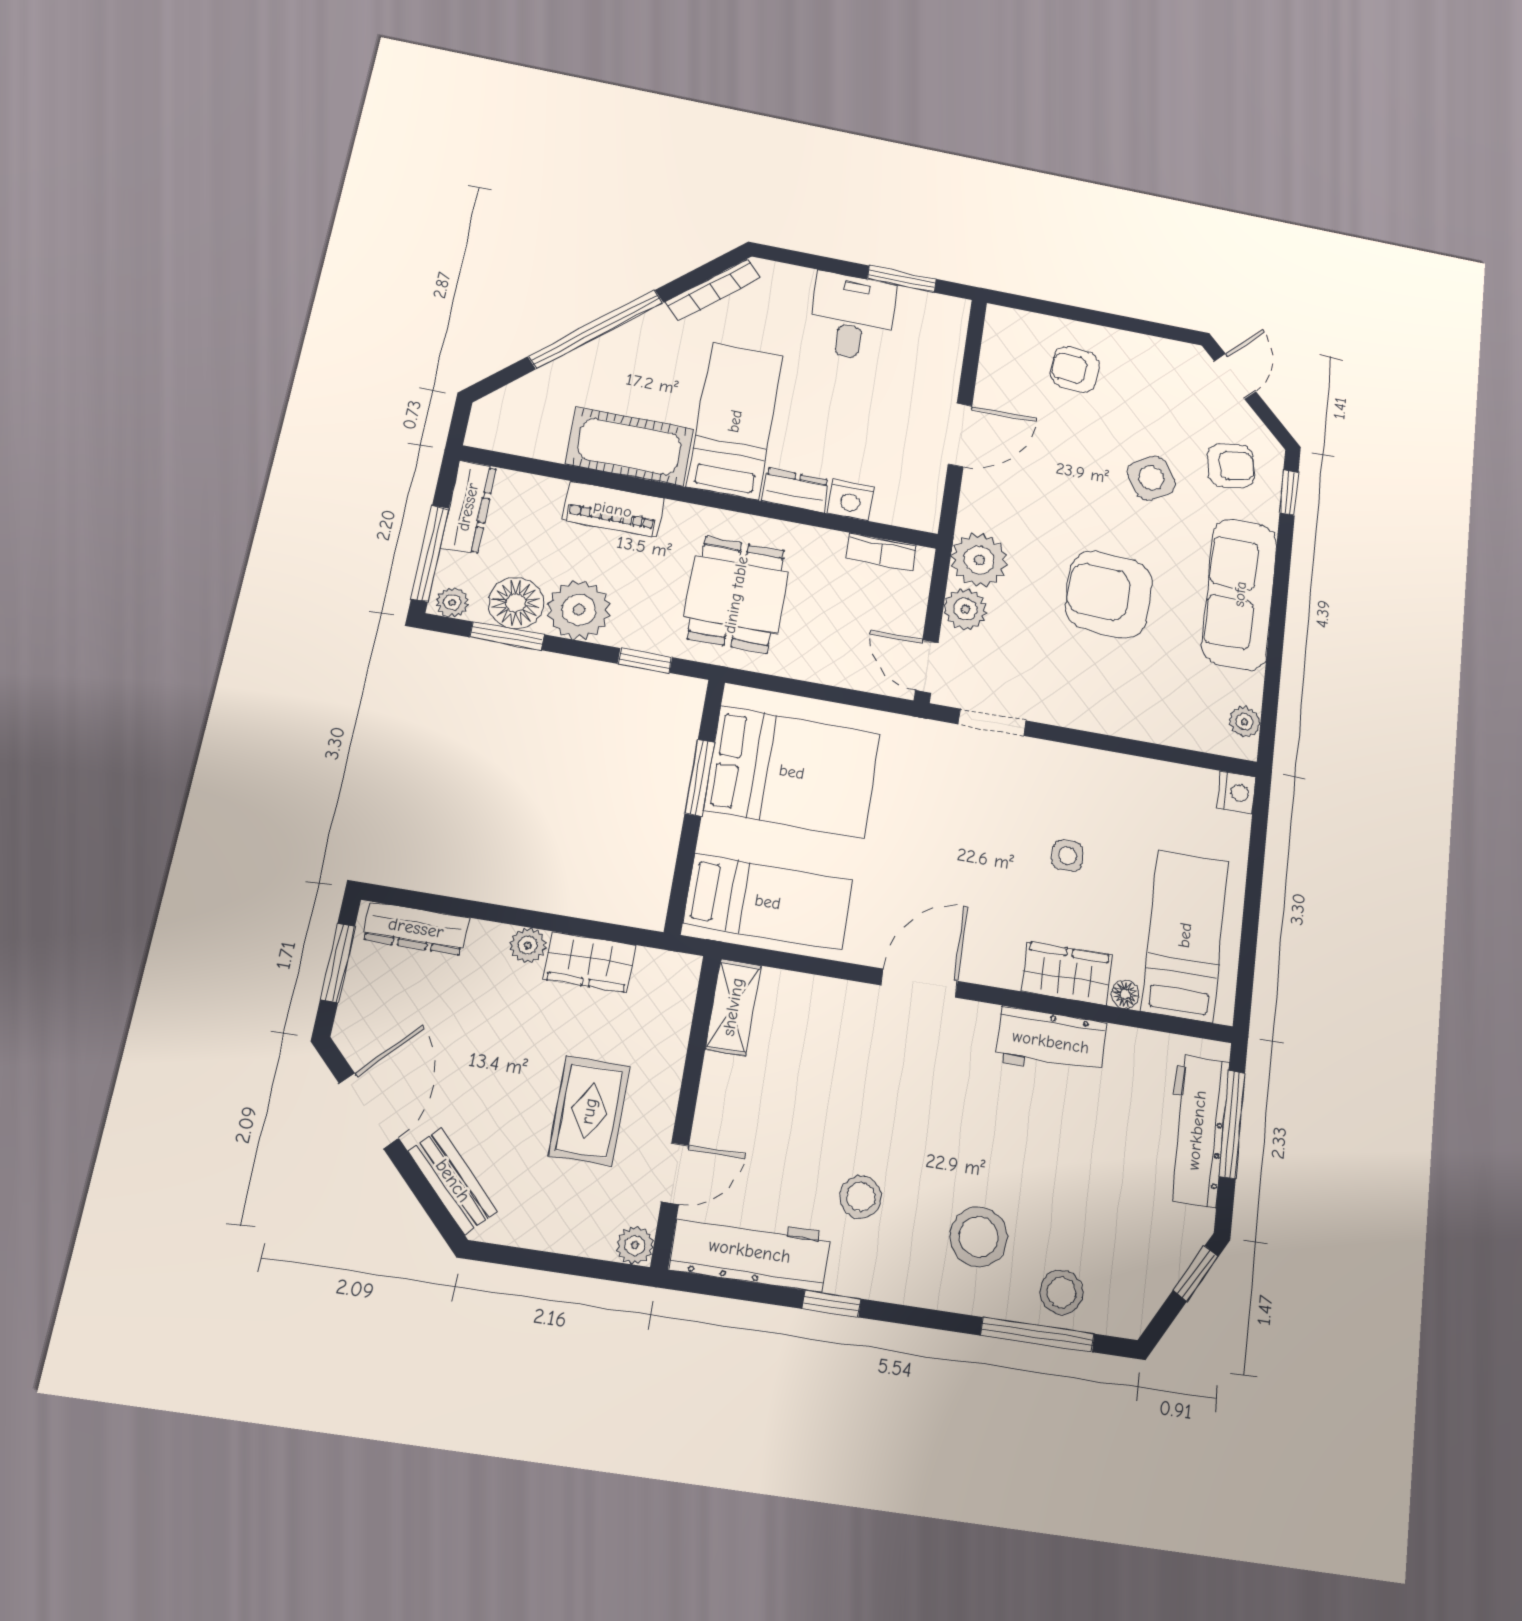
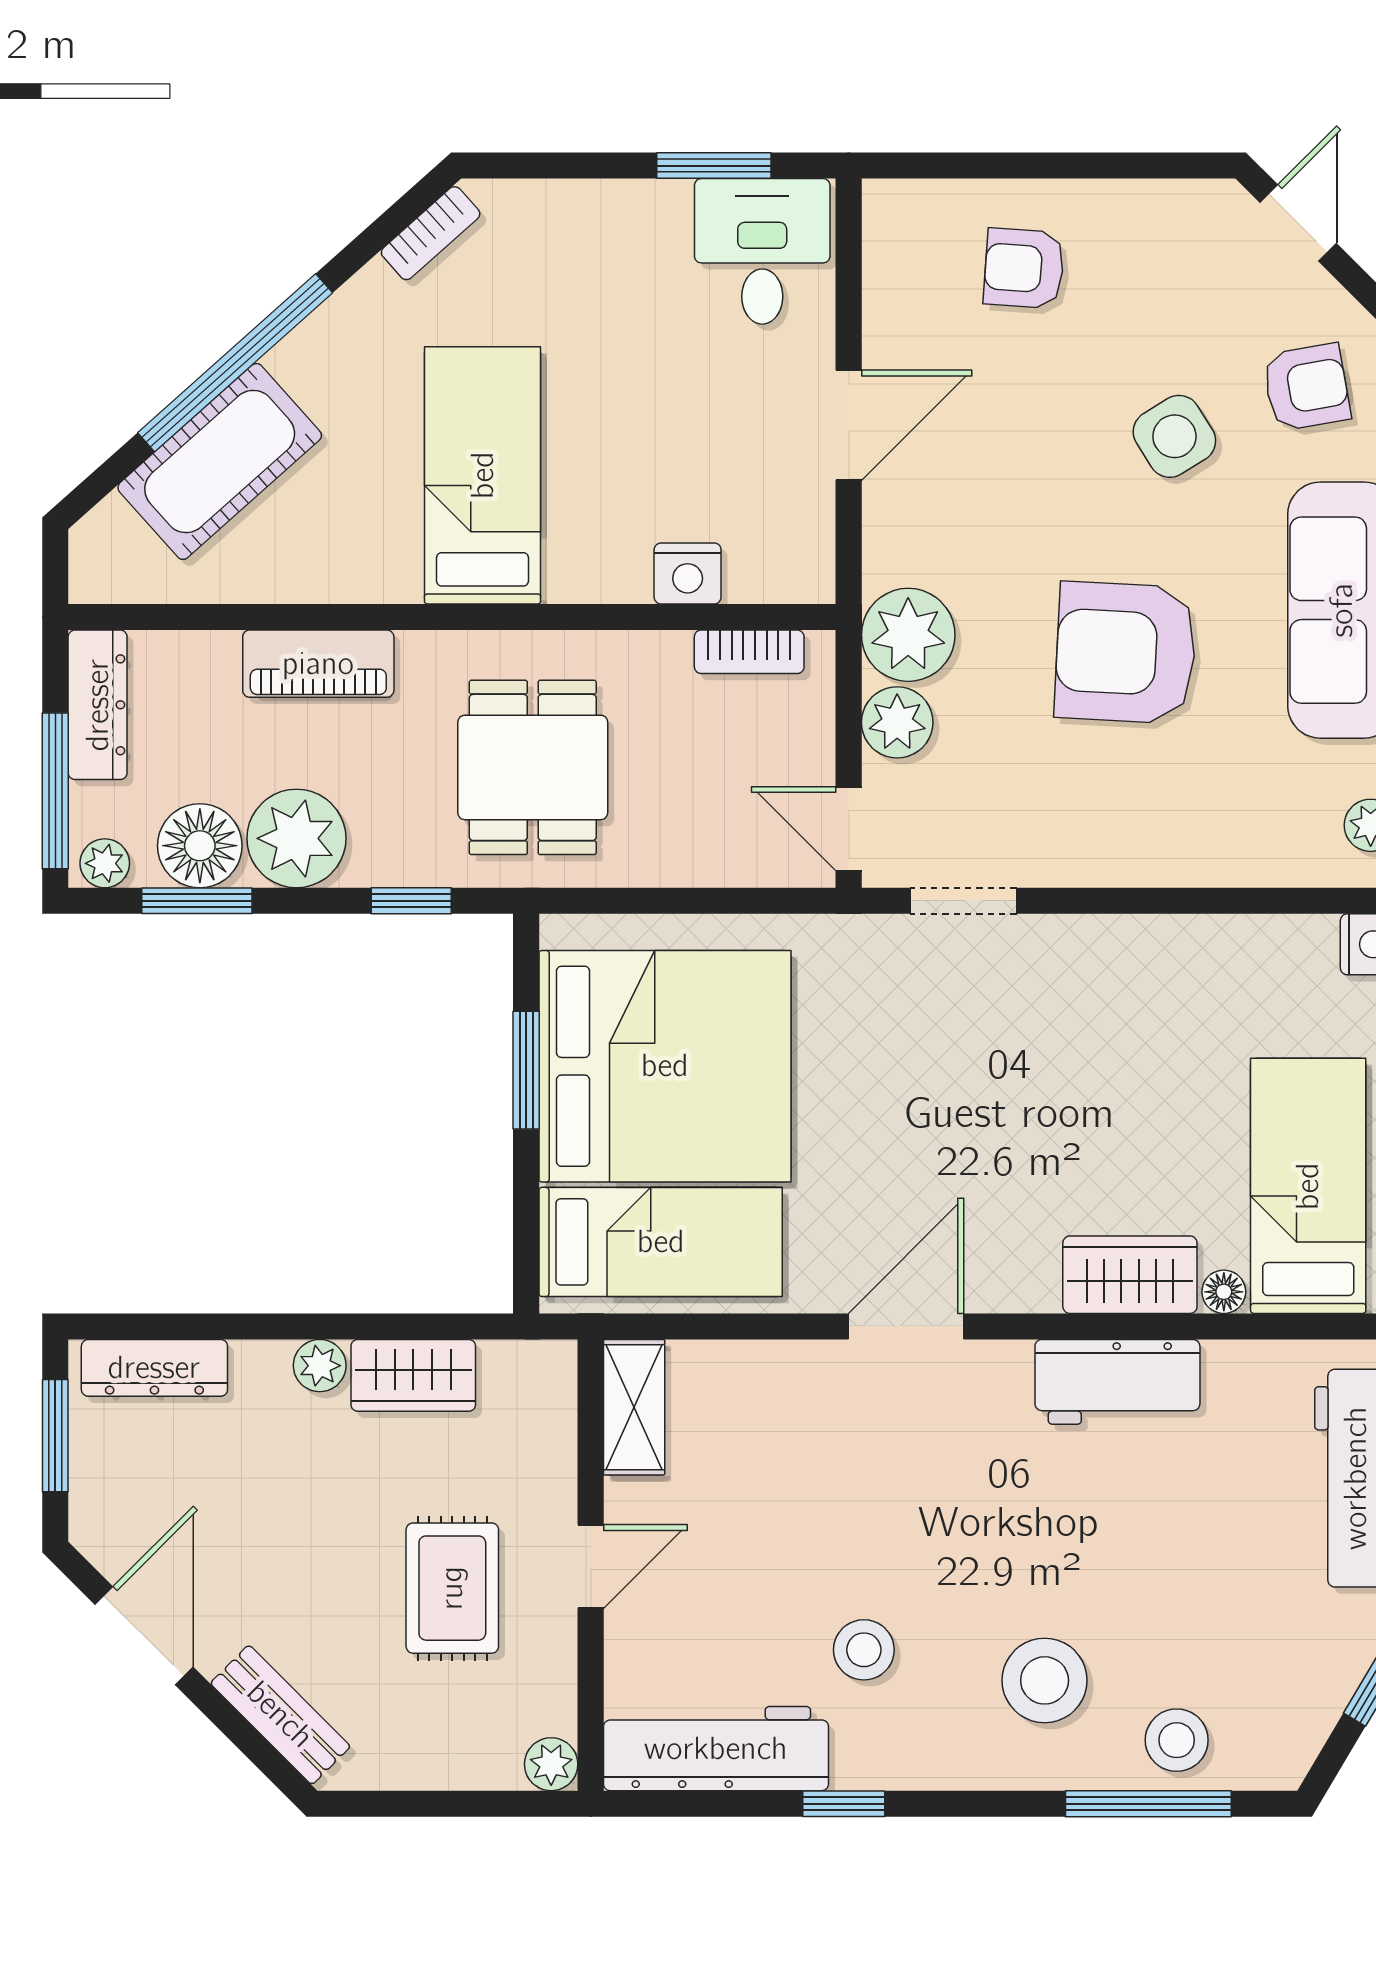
bookcase: (713, 290) -> (431, 233), width x0.64
desk: (852, 316) -> (762, 251), moved
cot: (629, 447) -> (220, 461), moved, turned -42
dresser: (795, 490) -> (597, 575), removed
bed: (792, 772) -> (665, 1066), width x1.36
side table: (1067, 856) -> (1109, 1092), removed
door: (675, 1174) -> (591, 1566), moved

